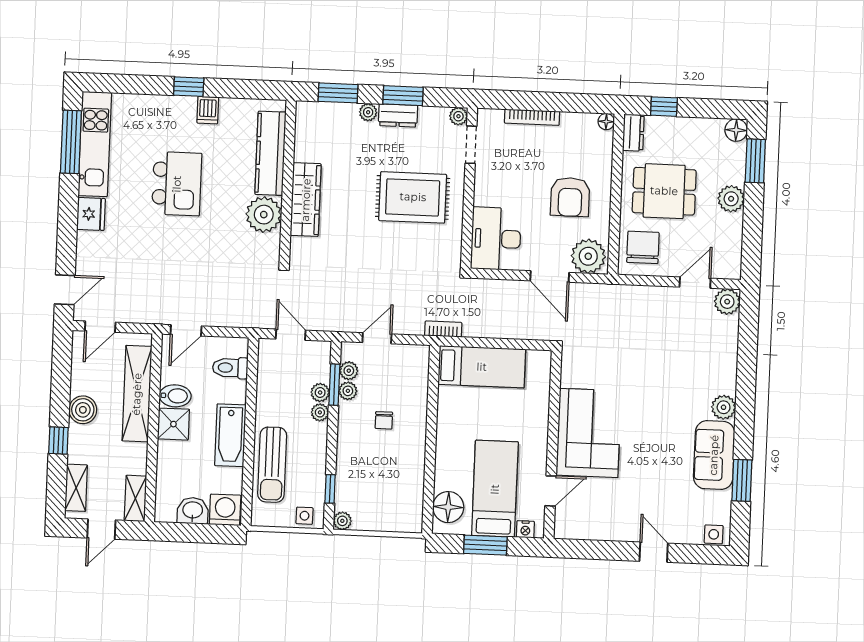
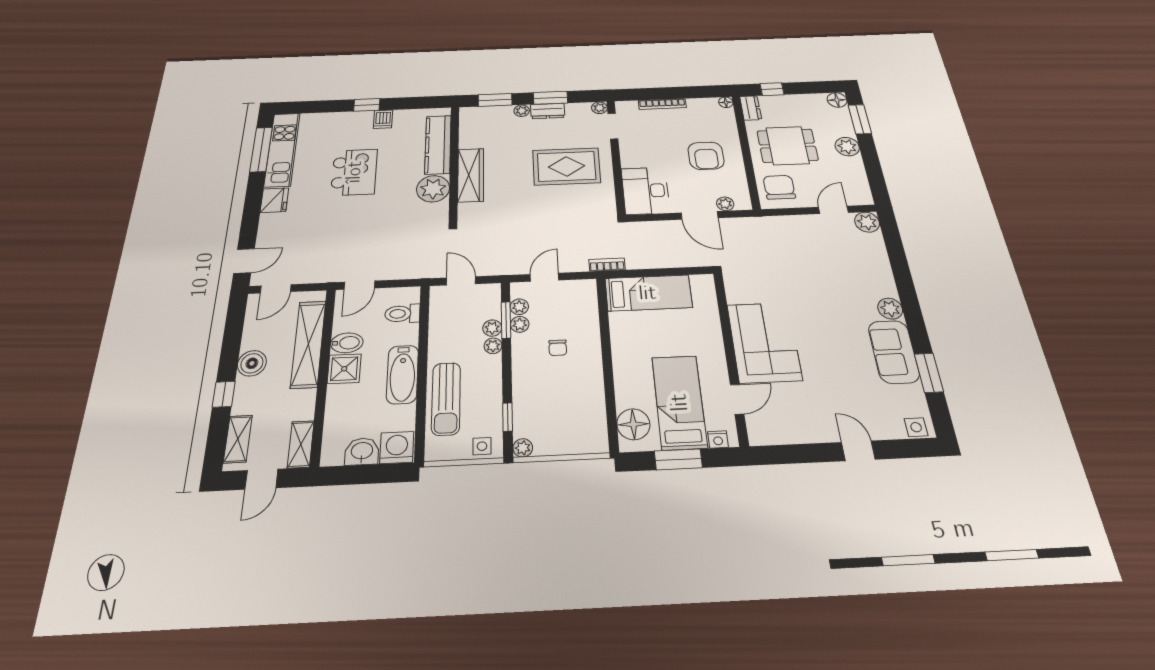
plant: (588, 256) -> (725, 204), width x0.53, depth x0.53

